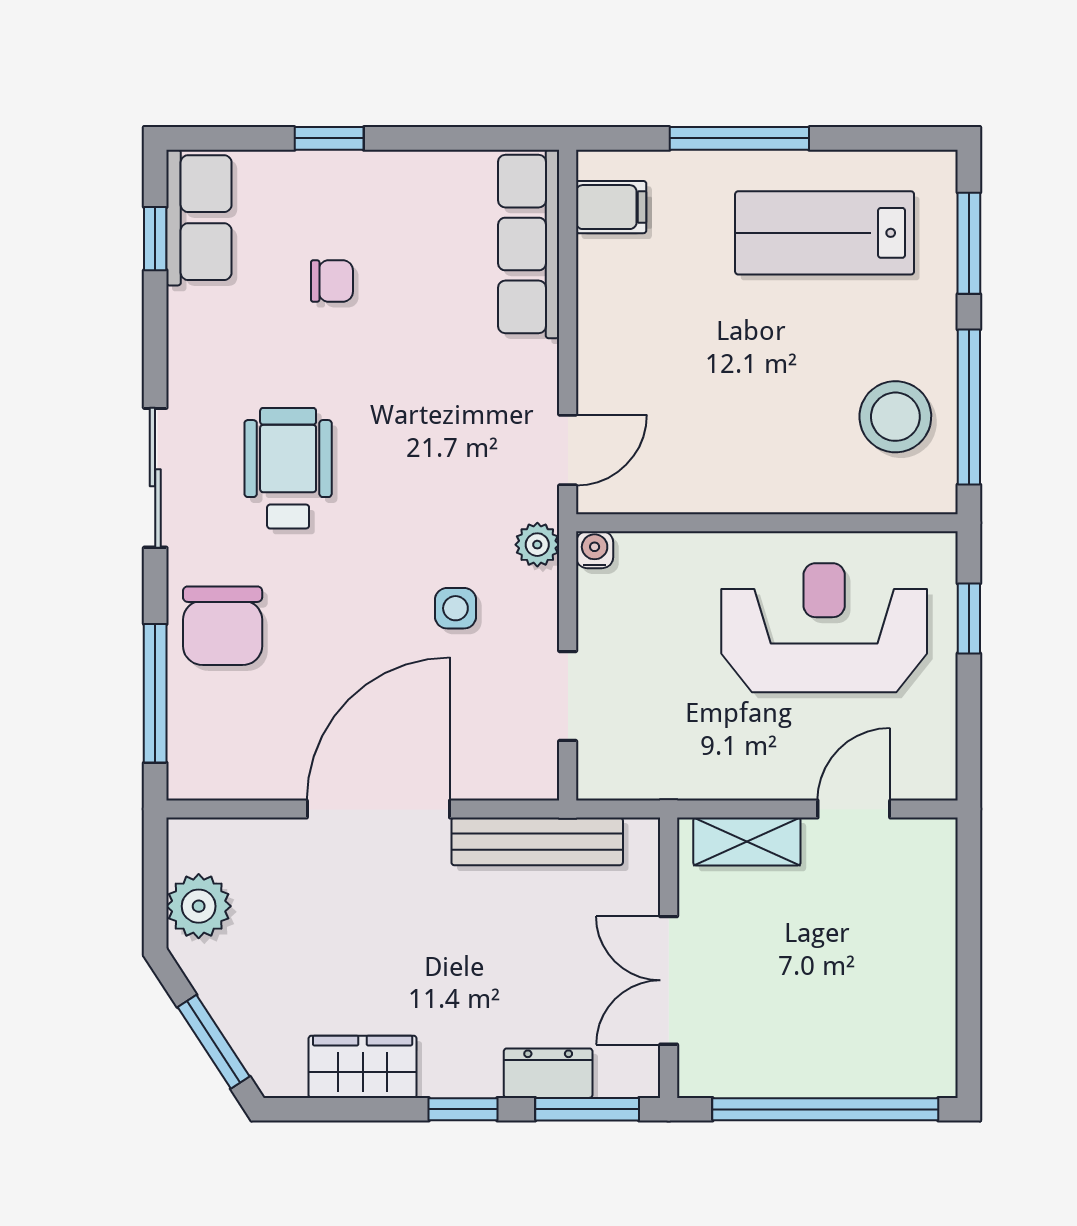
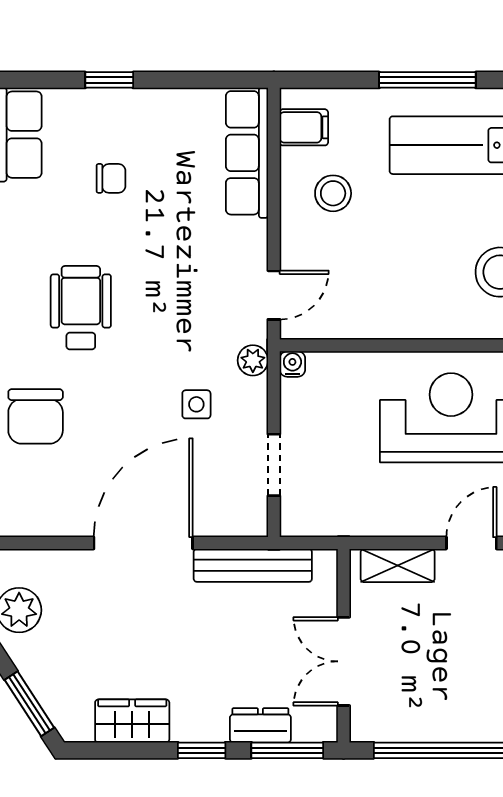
window: (739, 138) -> (427, 80), moved
stool: (653, 303) -> (333, 193), added

